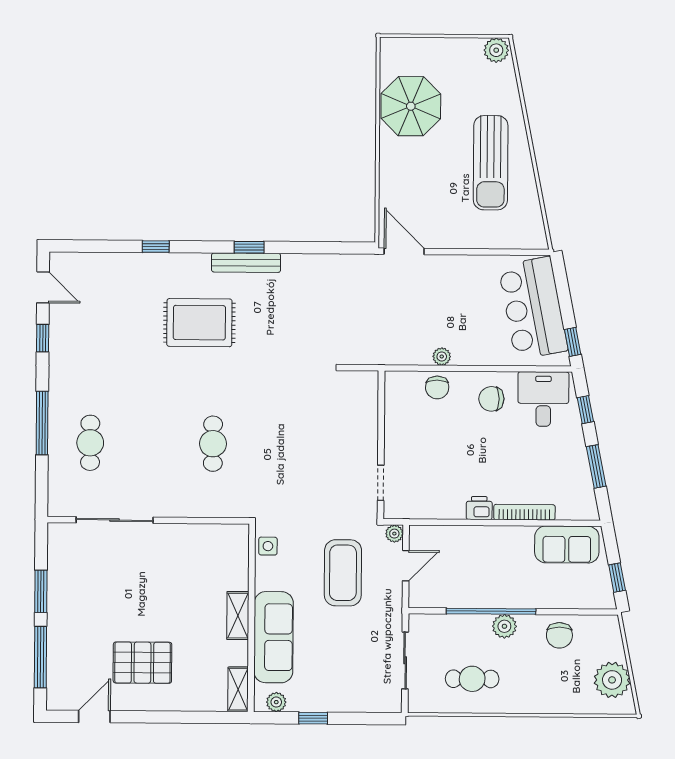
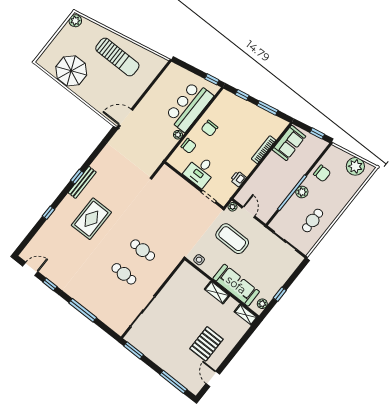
bar counter: (533, 308) -> (189, 106), moved, turned 101
desk: (543, 399) -> (200, 171), moved, turned -90
cafe table: (90, 443) -> (124, 274), moved
printer: (479, 508) -> (238, 179), moved
window: (41, 591) -> (134, 350), moved

